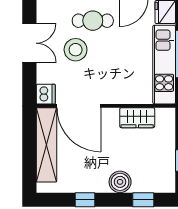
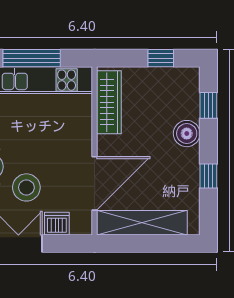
dishwasher: (46, 94) -> (57, 224), moved
wardrobe: (137, 118) -> (109, 102), width x1.50

